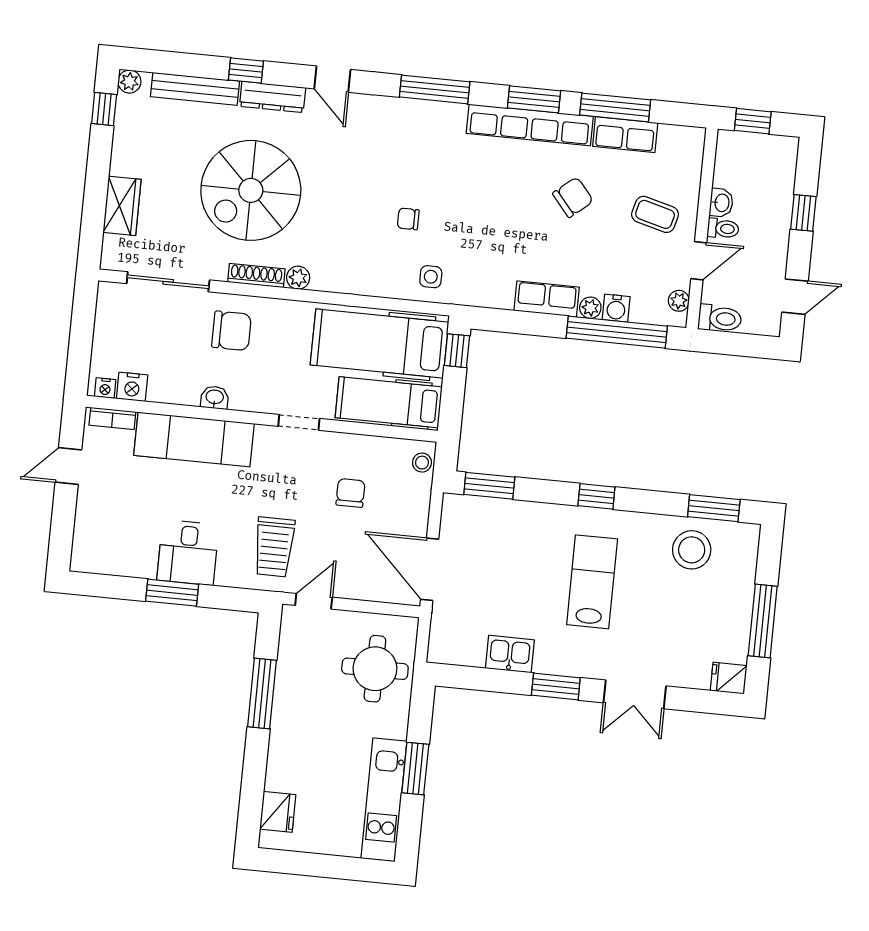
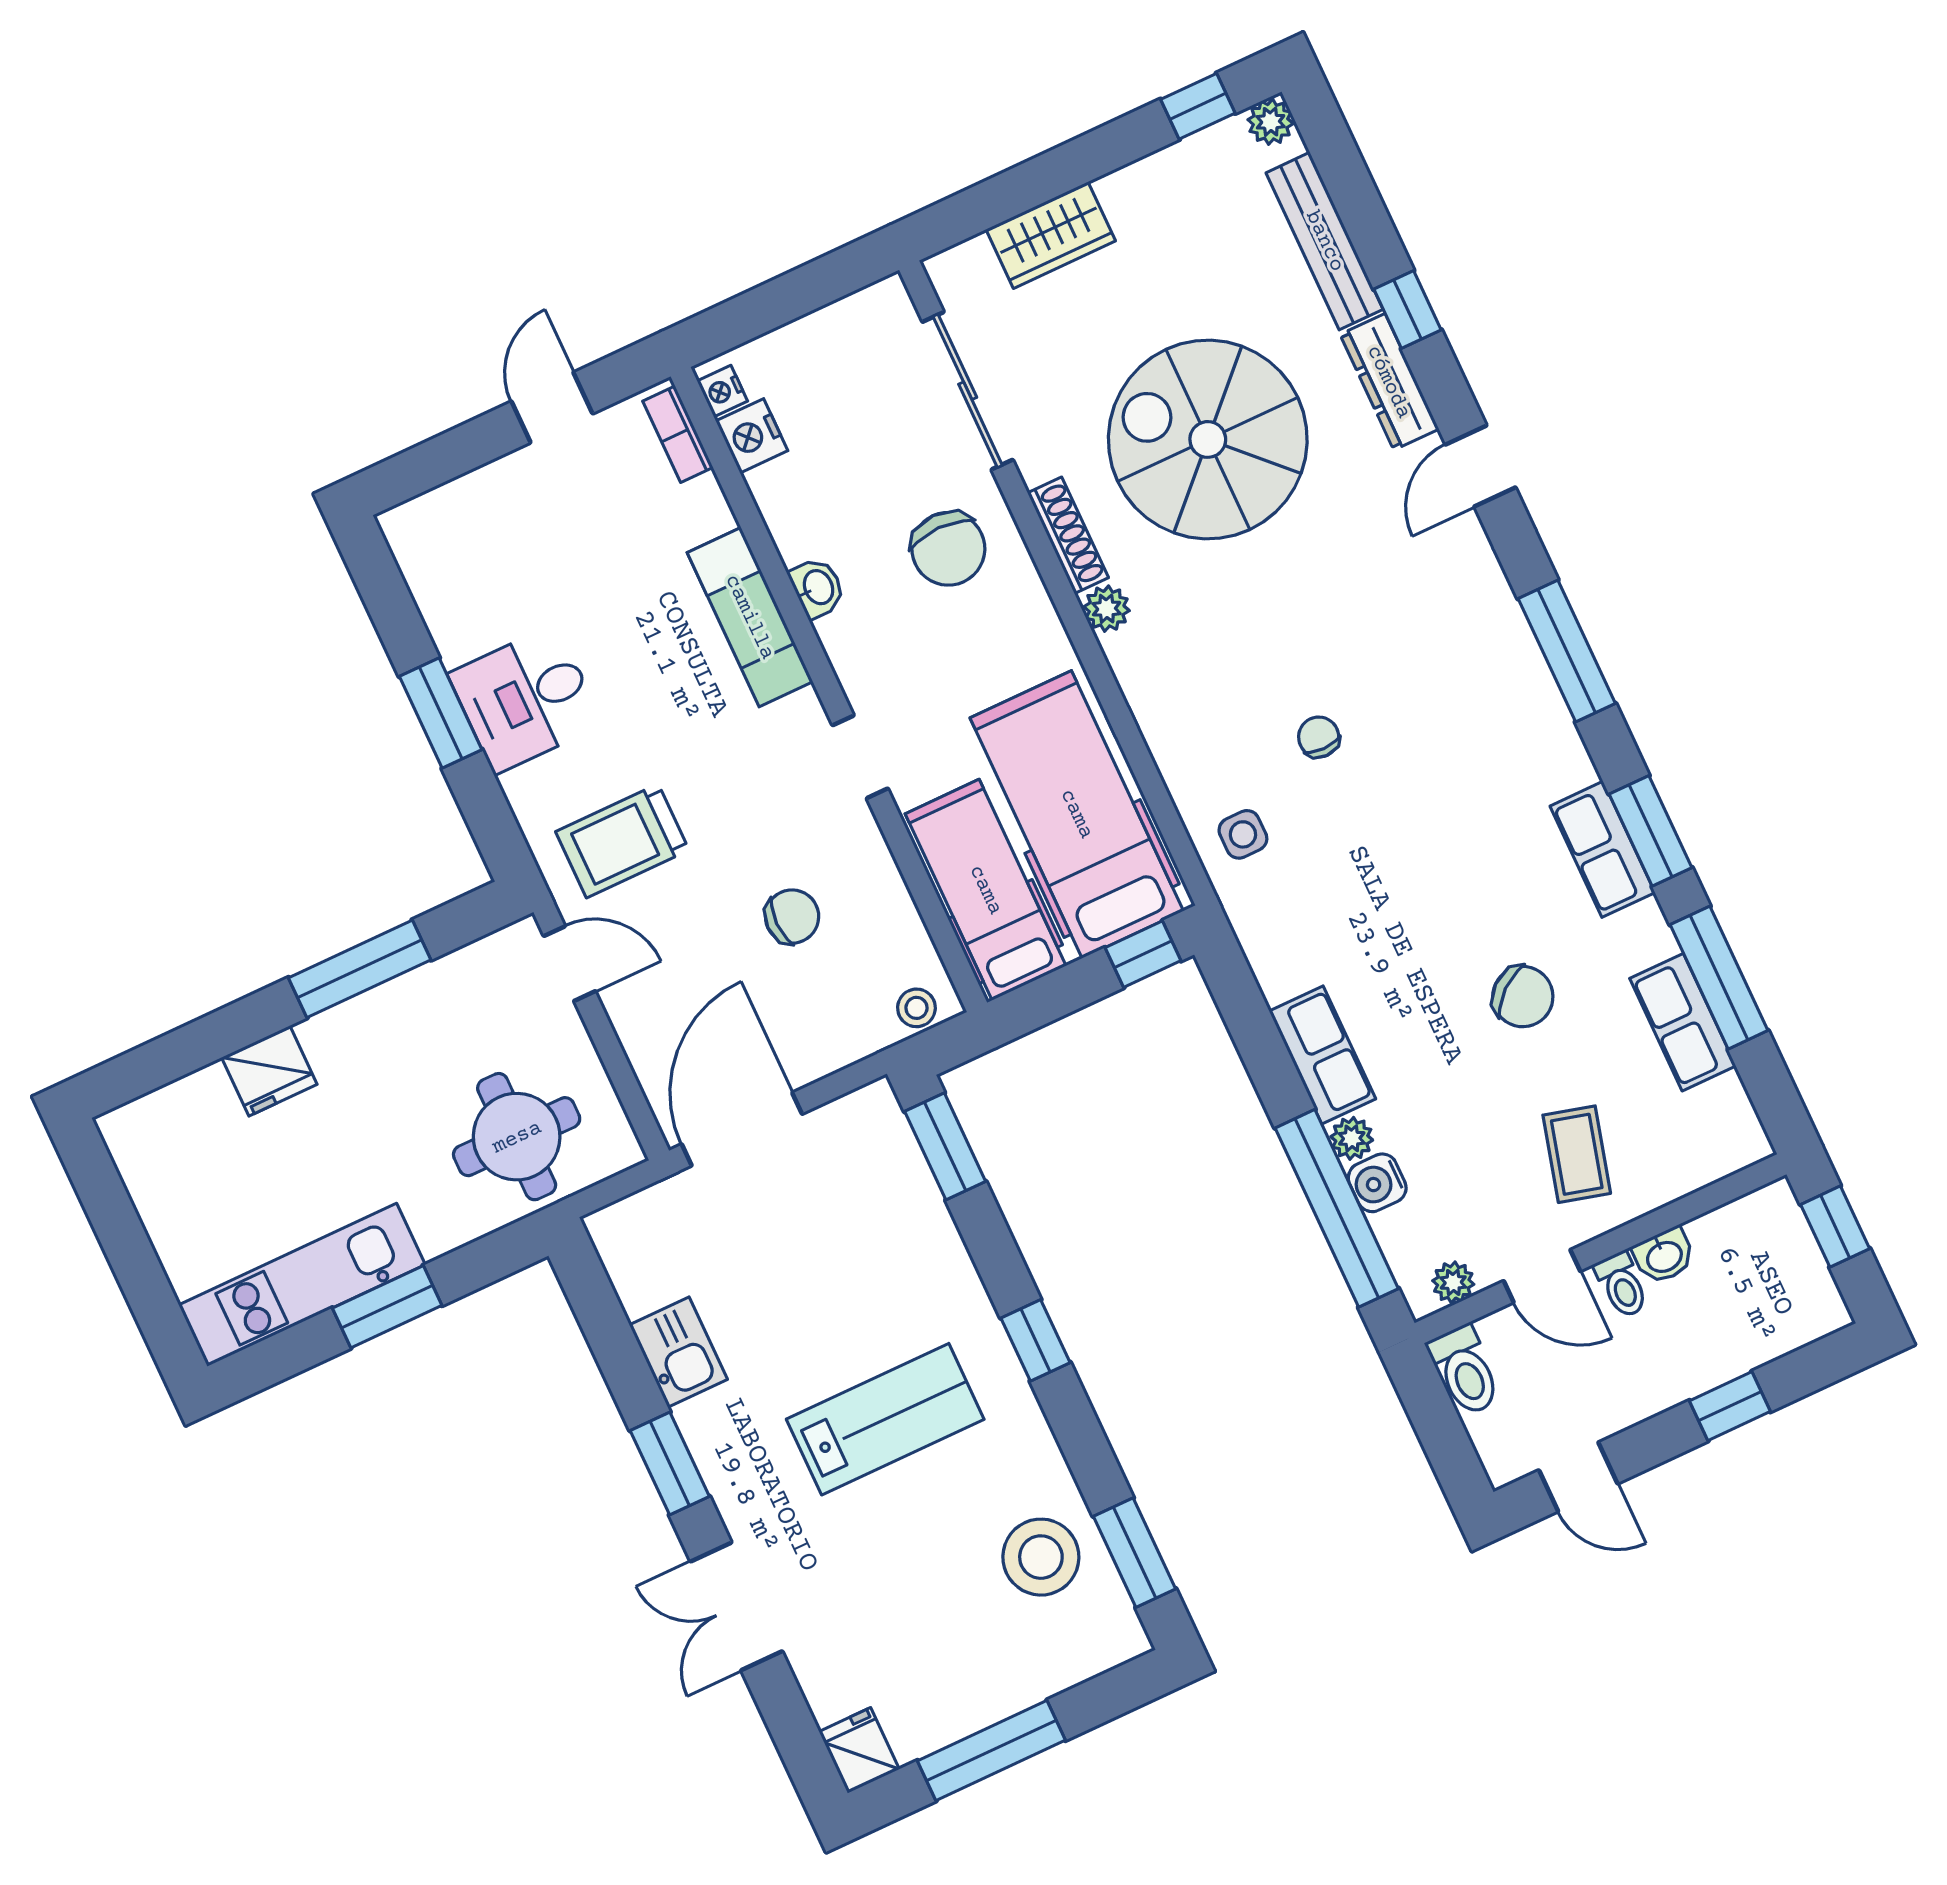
row of seats: (530, 125) -> (1603, 849), width x0.50
exam couch: (194, 439) -> (750, 617), width x0.73, depth x0.69
door: (68, 466) -> (552, 407), hinge flipped
fridge: (278, 812) -> (269, 1071), moved

